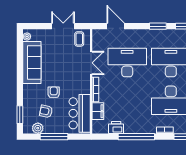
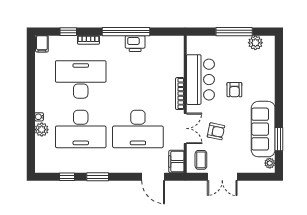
double door: (91, 63) -> (185, 128), swing flipped
armchair: (46, 111) -> (216, 131), moved
filing cabinet: (98, 111) -> (176, 162), moved
bar counter: (80, 113) -> (200, 80), moved
window: (20, 115) -> (279, 139), moved
printer: (116, 128) -> (135, 44), moved

